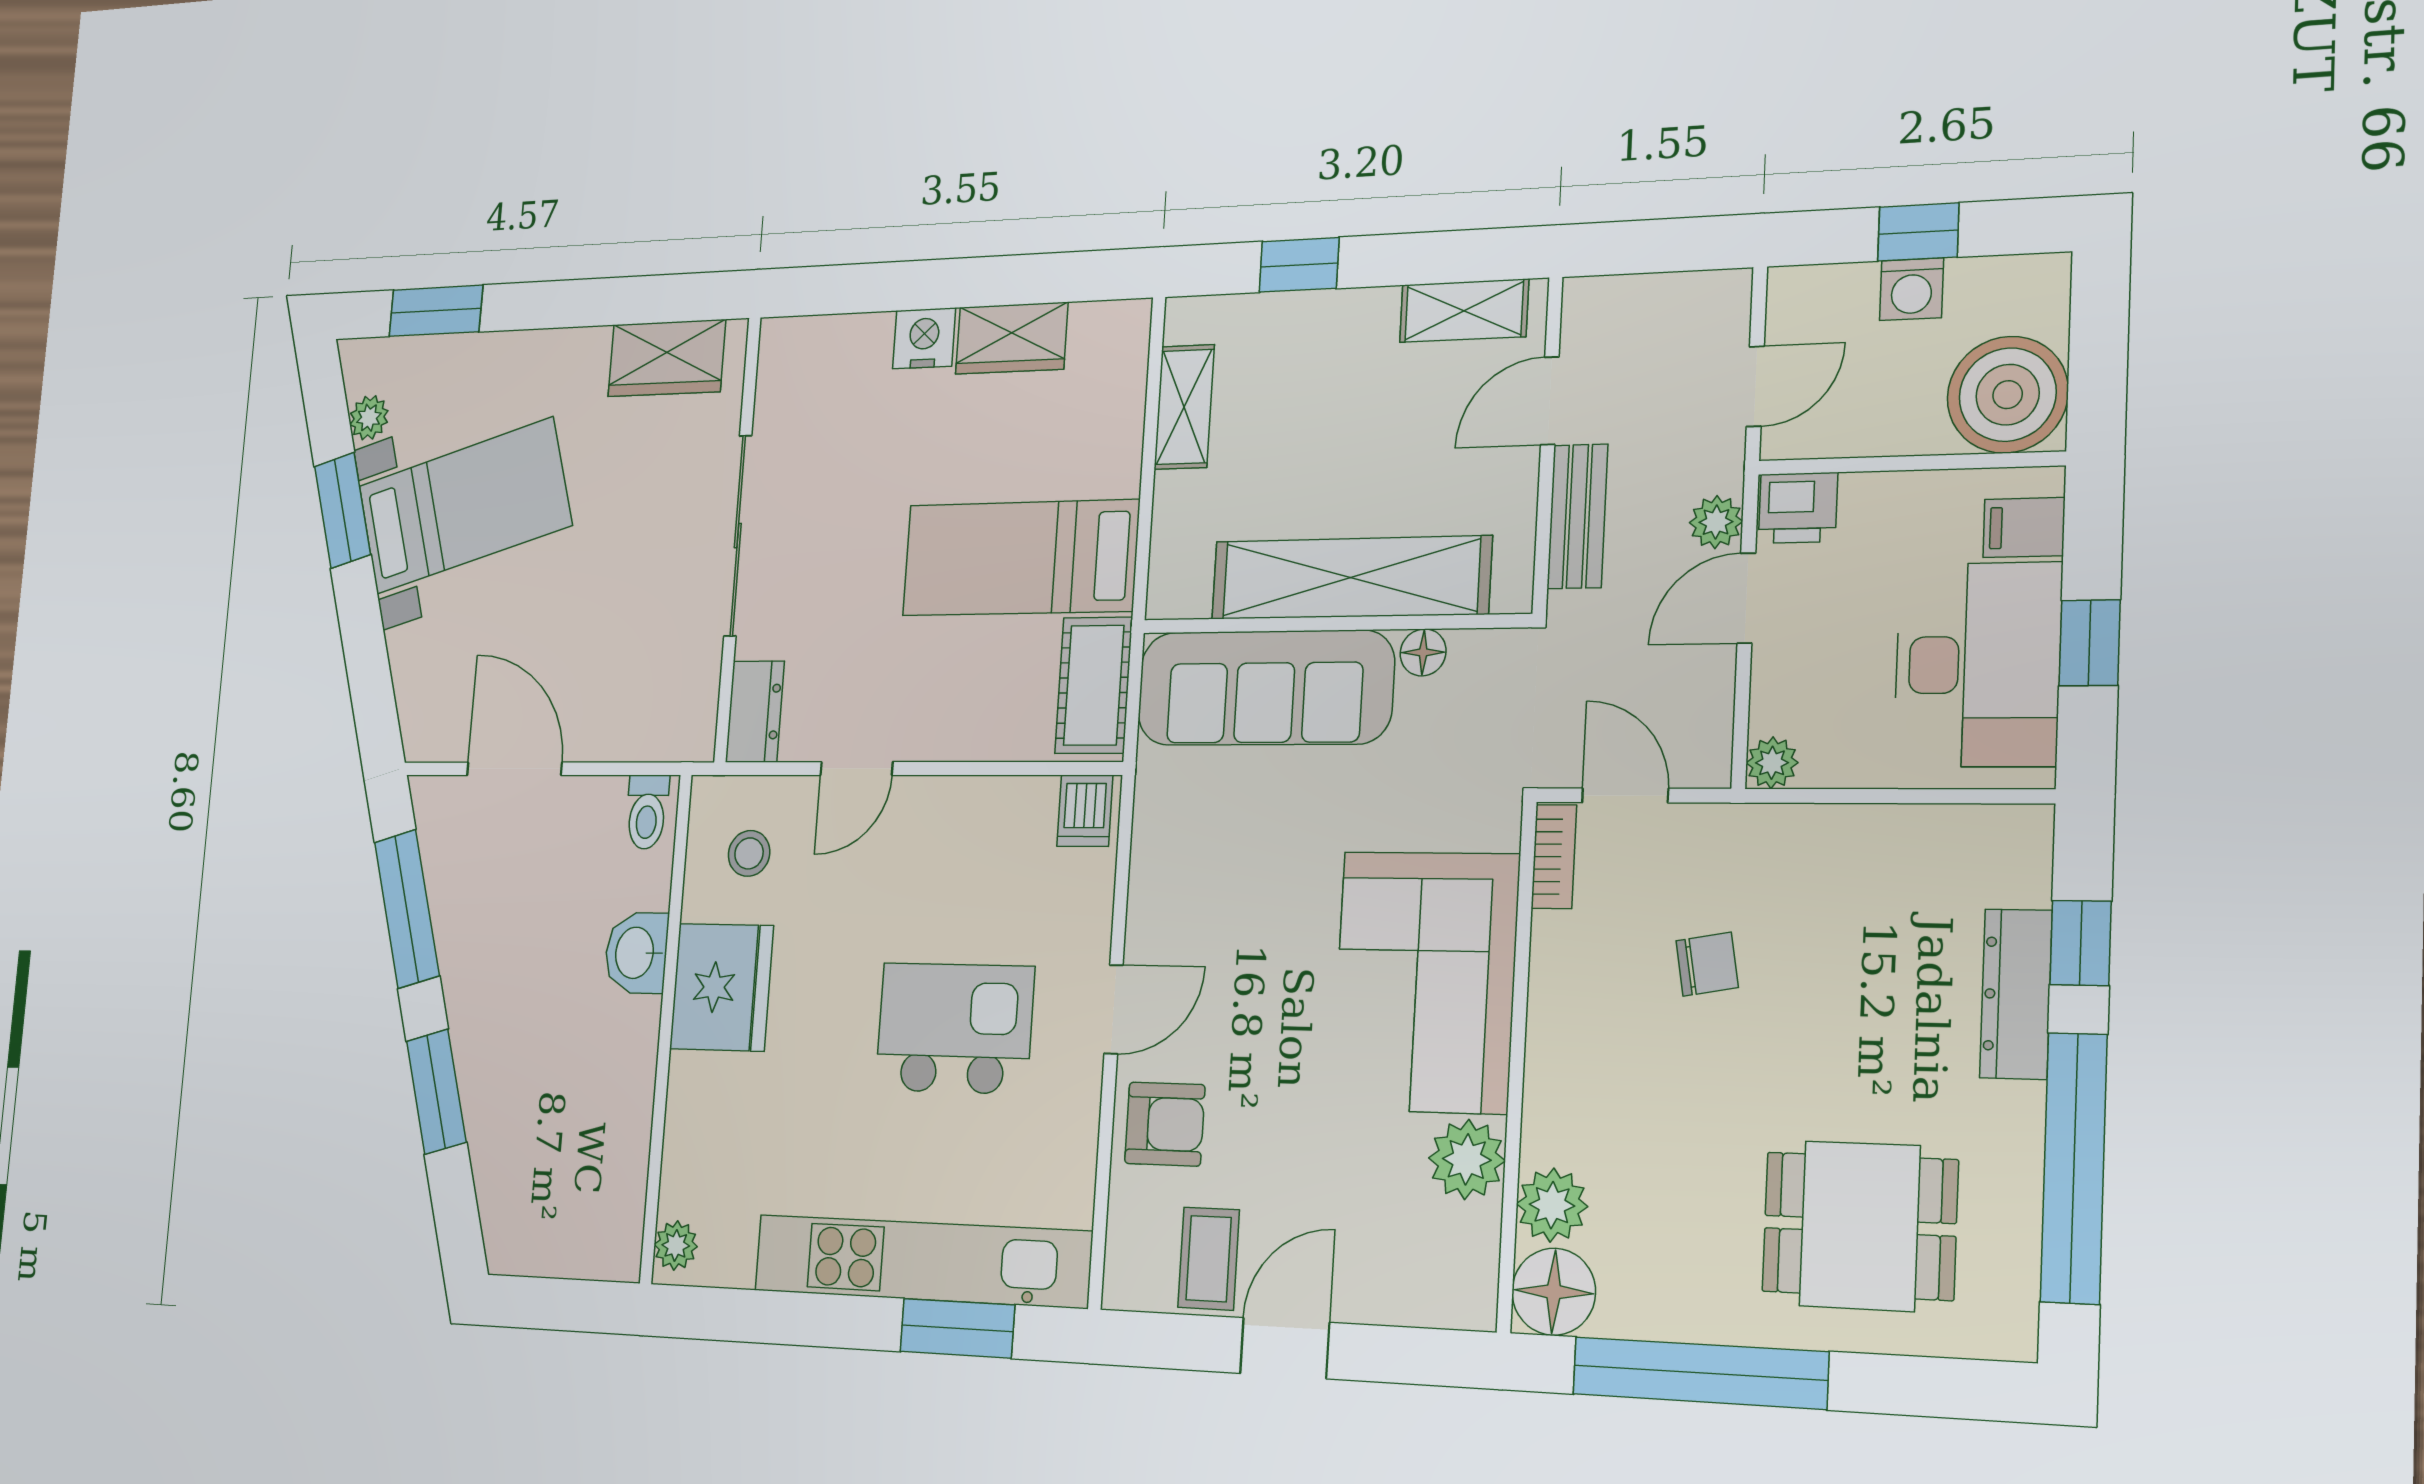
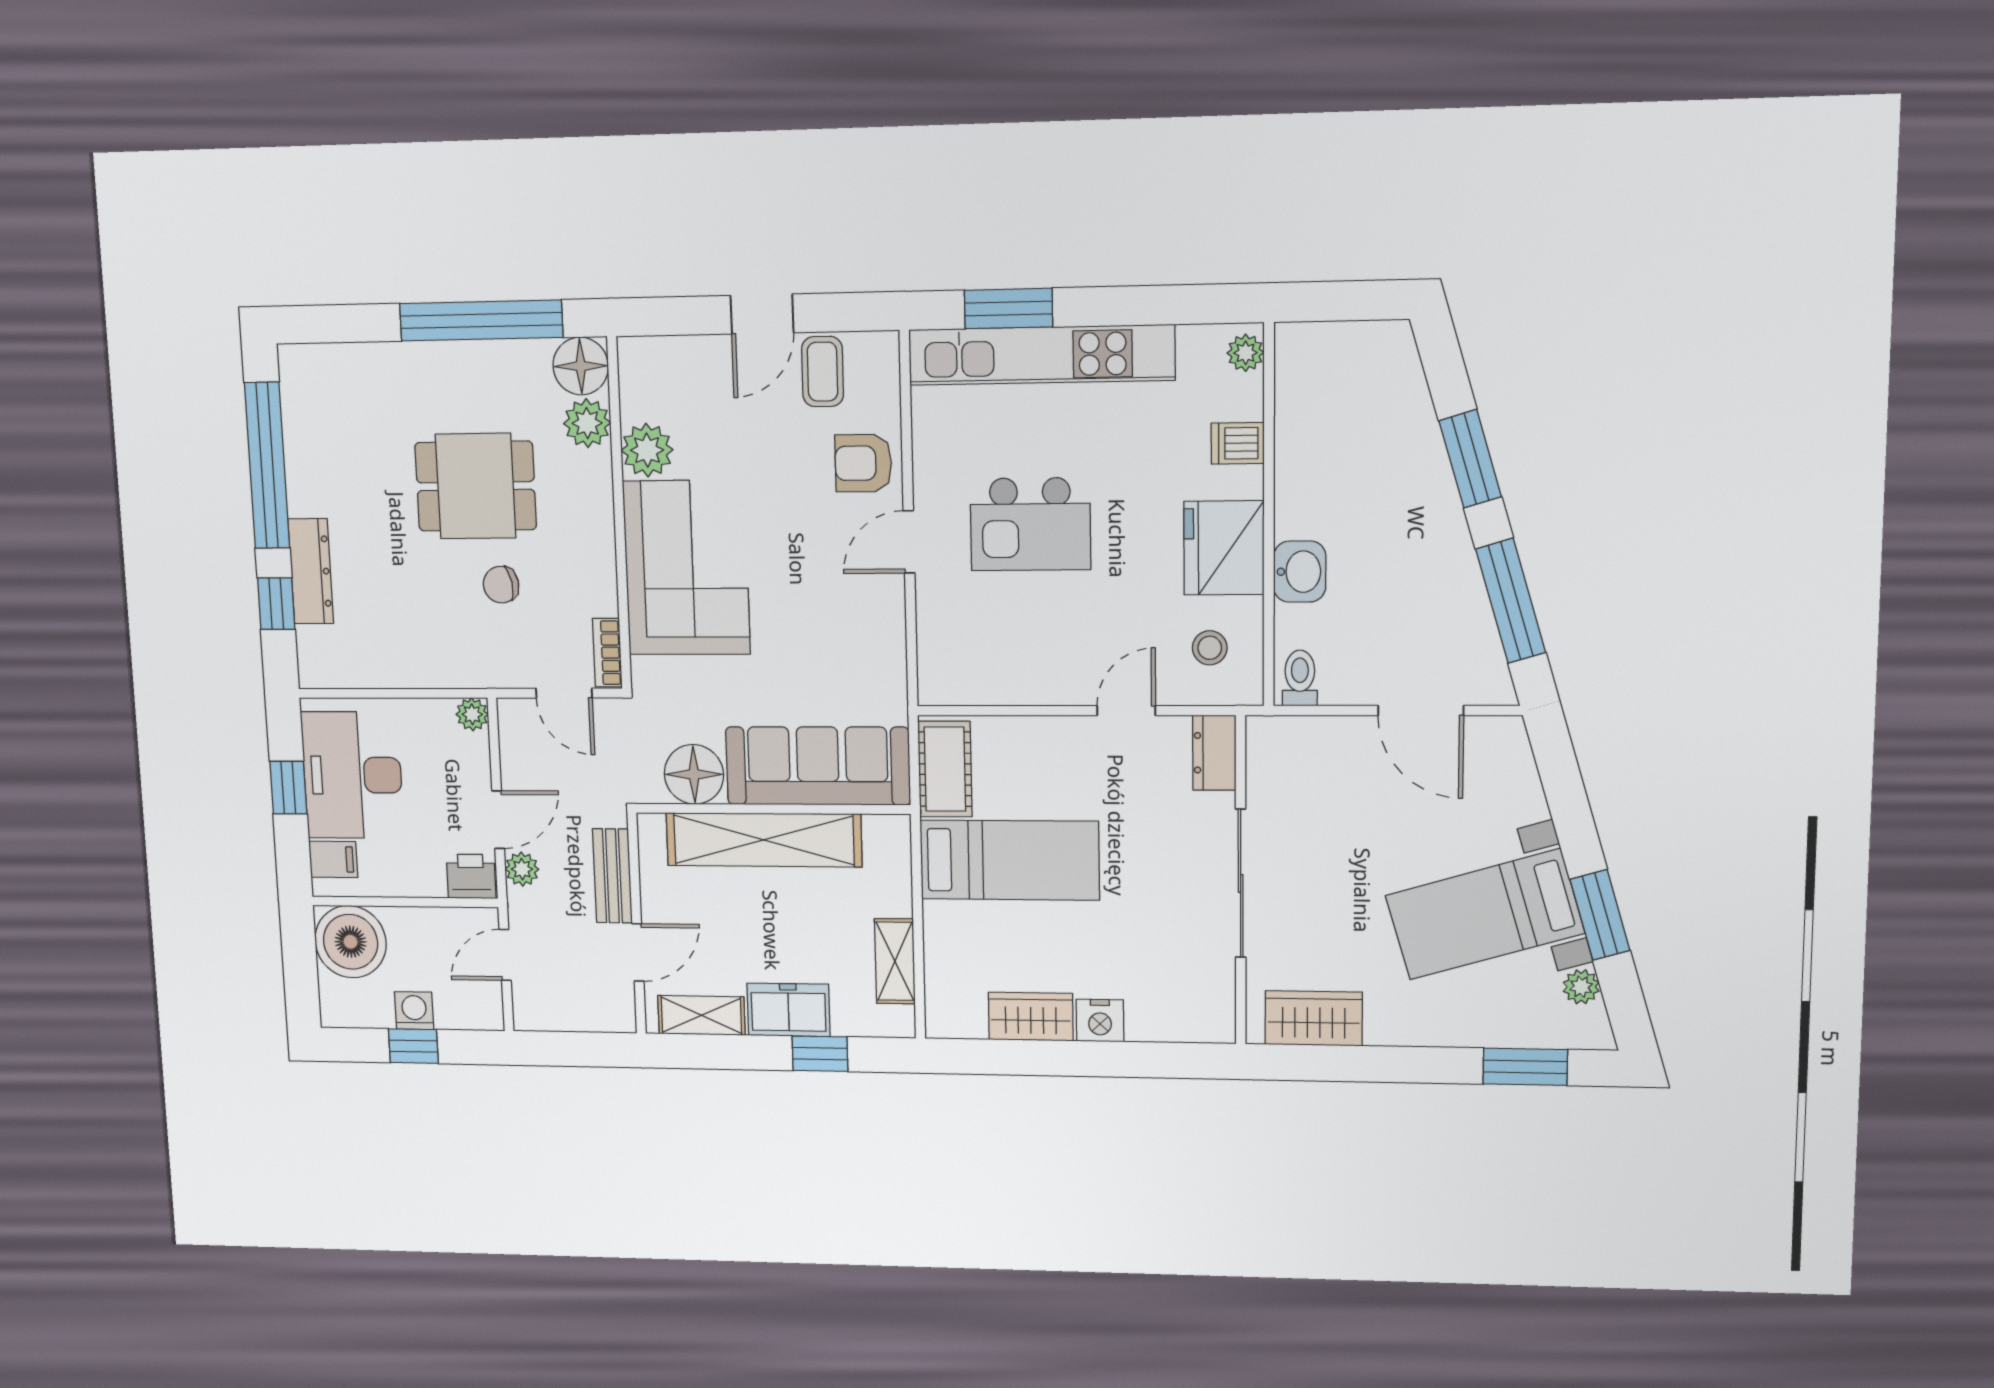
freezer: (1338, 327) -> (789, 1010), added
floor lamp: (1423, 652) -> (694, 774), width x1.89, depth x1.89
dishwasher: (1085, 811) -> (1238, 443), moved, turned -90
dining table: (1860, 1226) -> (476, 486), moved

